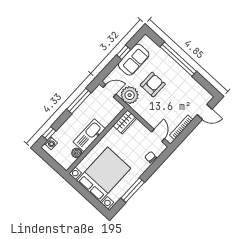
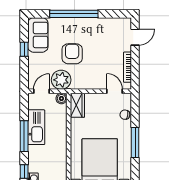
sofa: (134, 60) -> (38, 35), moved
window: (79, 101) -> (24, 136), moved
kitchen sink: (89, 135) -> (36, 127), moved, turned 180
boiler: (77, 153) -> (61, 98), moved
window: (133, 190) -> (135, 143), moved

